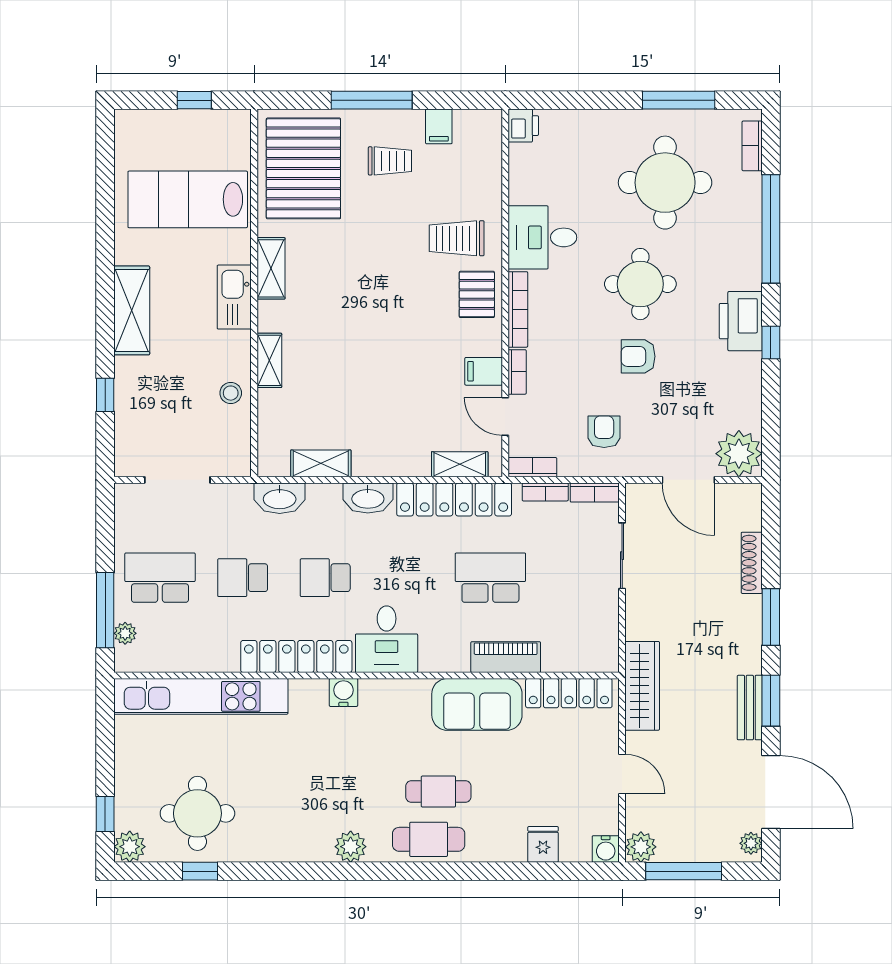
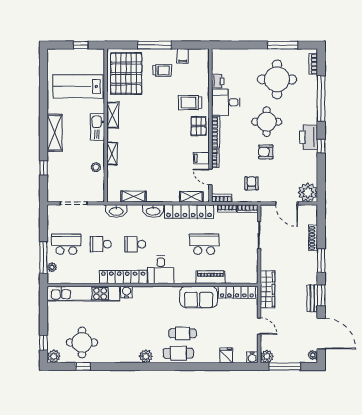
printer: (523, 126) -> (218, 81), moved
water cooler: (343, 692) -> (126, 292), moved

